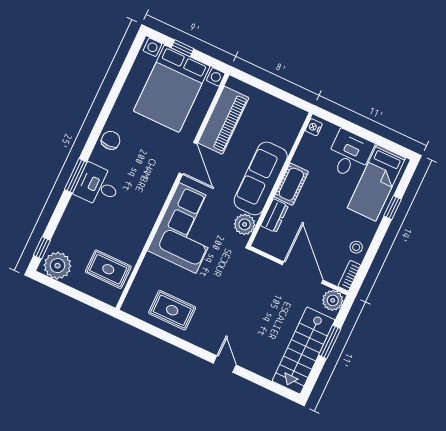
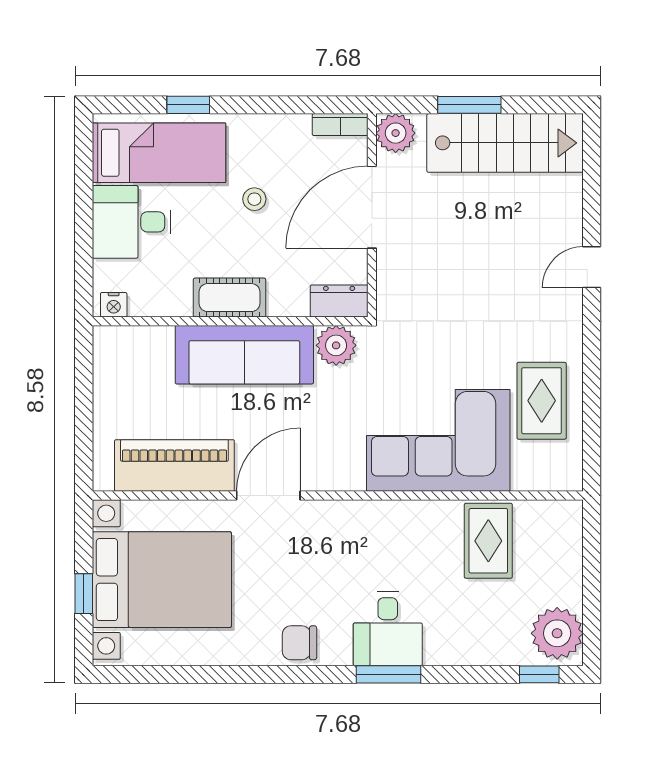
dresser: (275, 216) -> (339, 301), moved
corner sofa: (188, 228) -> (438, 440), moved
stool: (356, 247) -> (254, 199), moved
rug: (108, 269) -> (488, 541), moved

